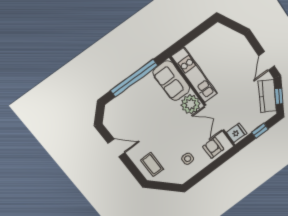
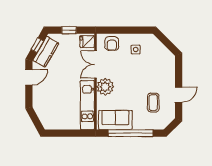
sofa: (171, 81) -> (115, 120), moved, turned -90
double door: (214, 118) -> (95, 65), swing flipped
door: (116, 148) -> (179, 95), swing flipped
coffee table: (152, 165) -> (153, 103), moved

